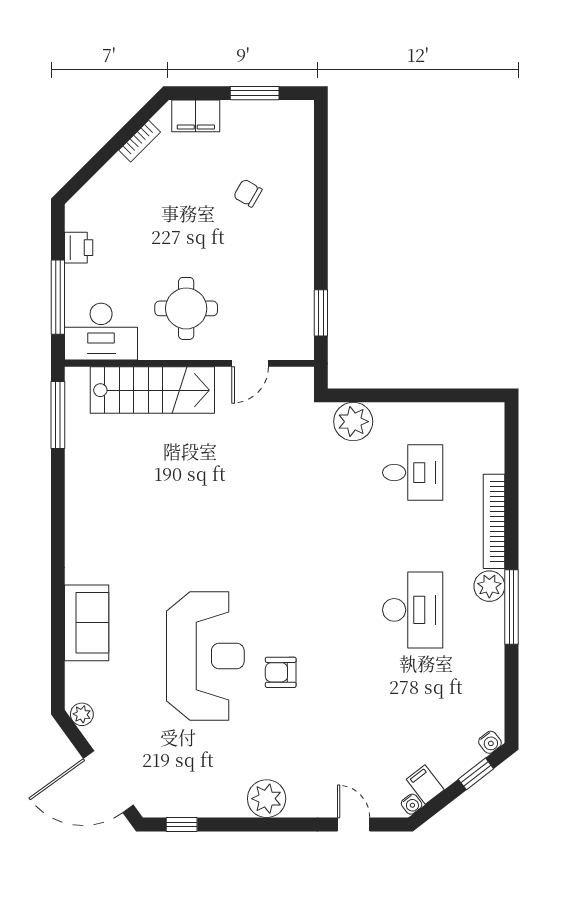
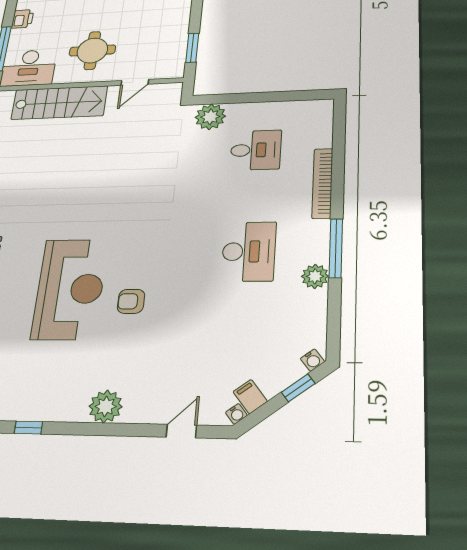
plant: (489, 586) -> (315, 276), moved
door: (354, 824) -> (181, 431), hinge flipped

